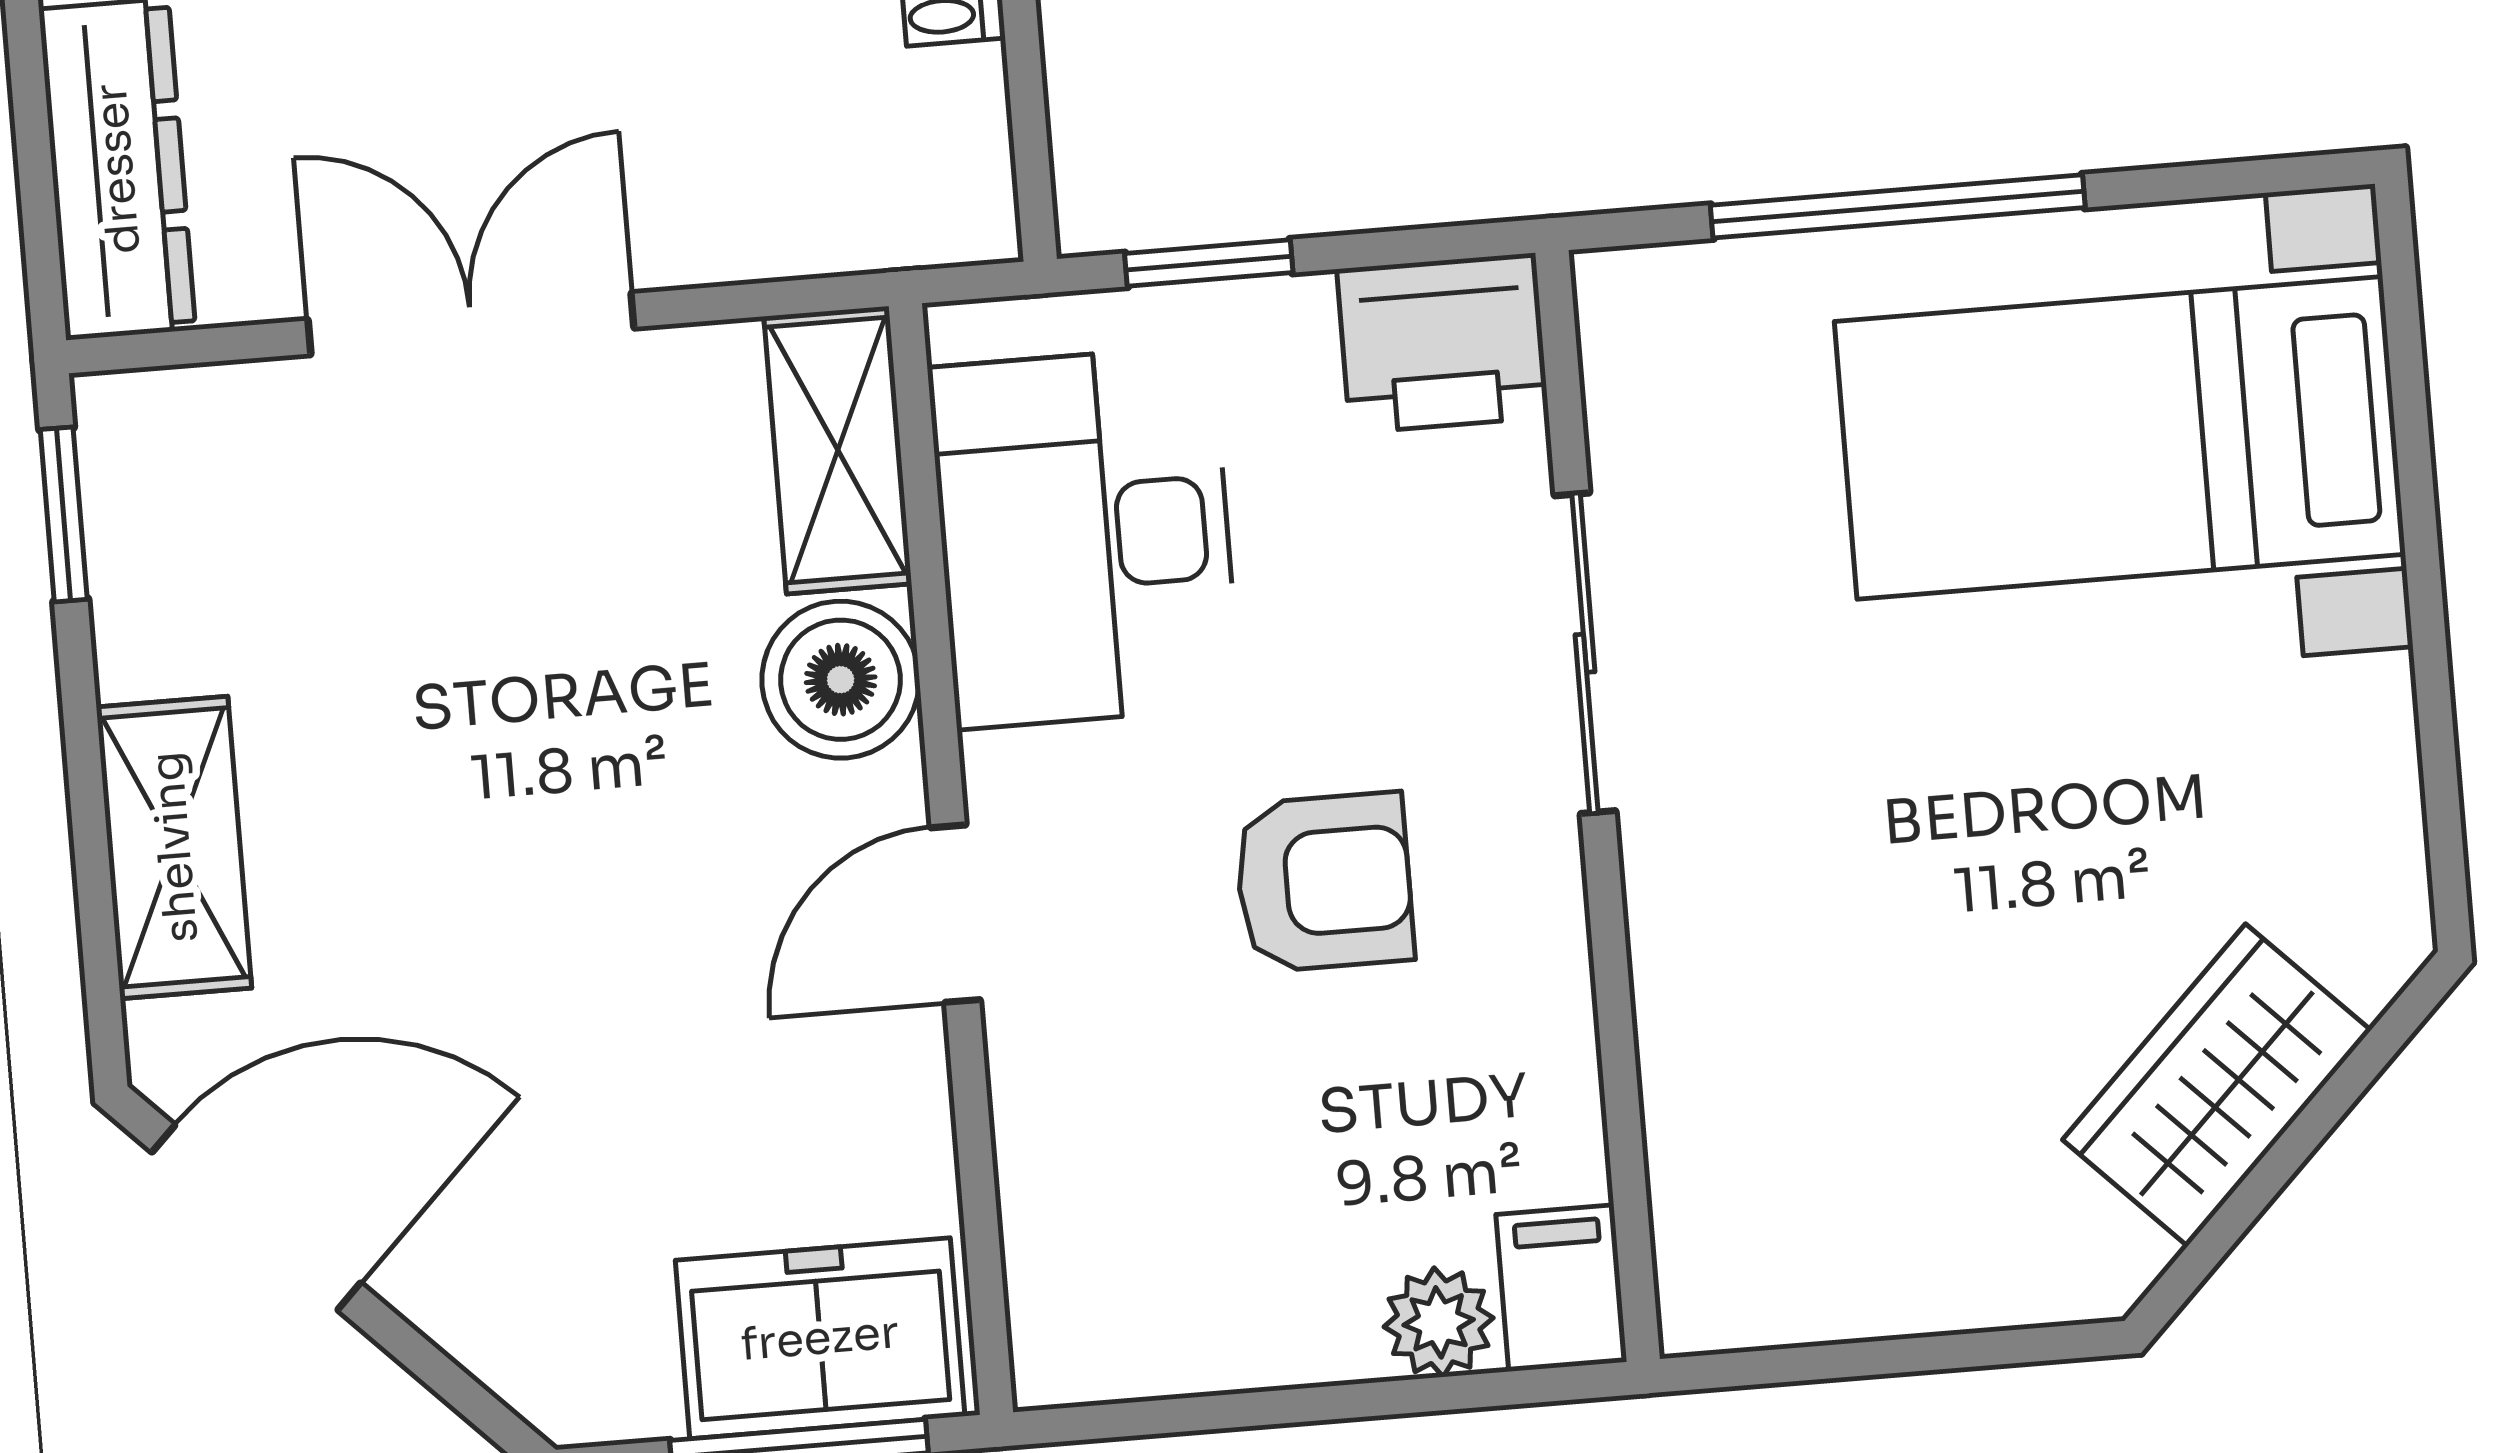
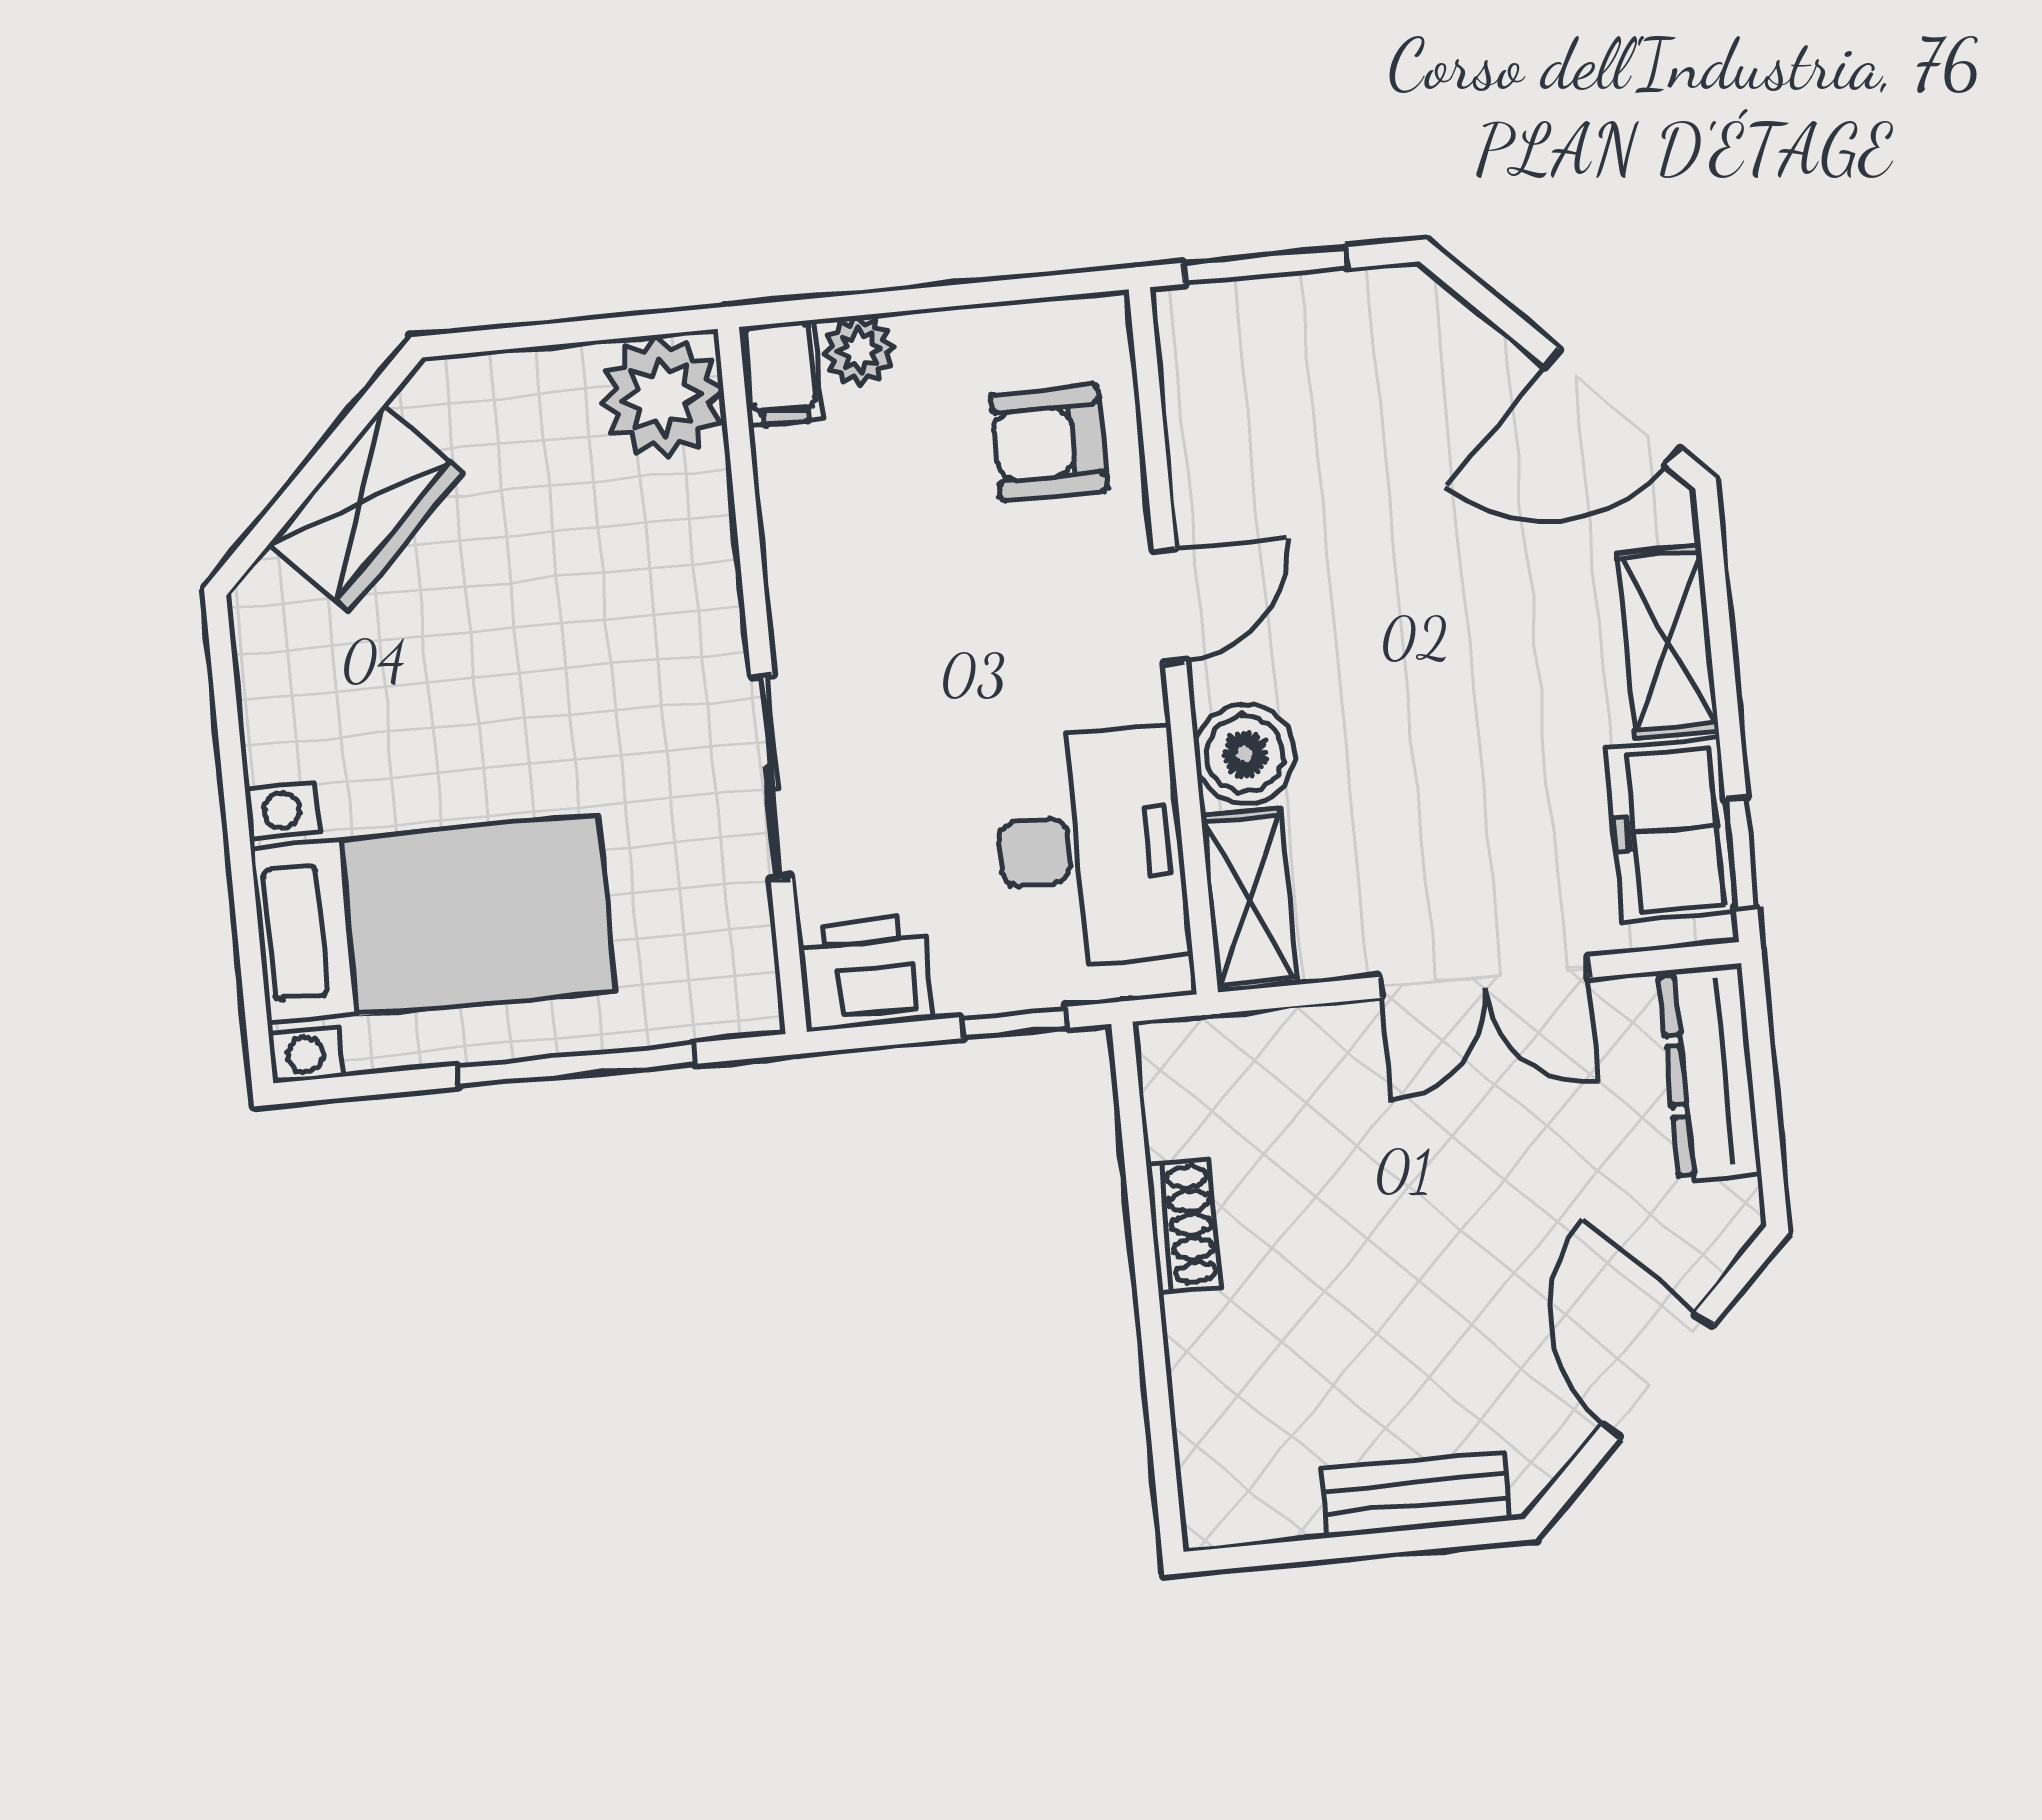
armchair: (1324, 882) -> (1049, 442), moved
plant: (1749, 1254) -> (662, 397), added
freezer: (820, 1338) -> (1671, 830), moved, turned 90

